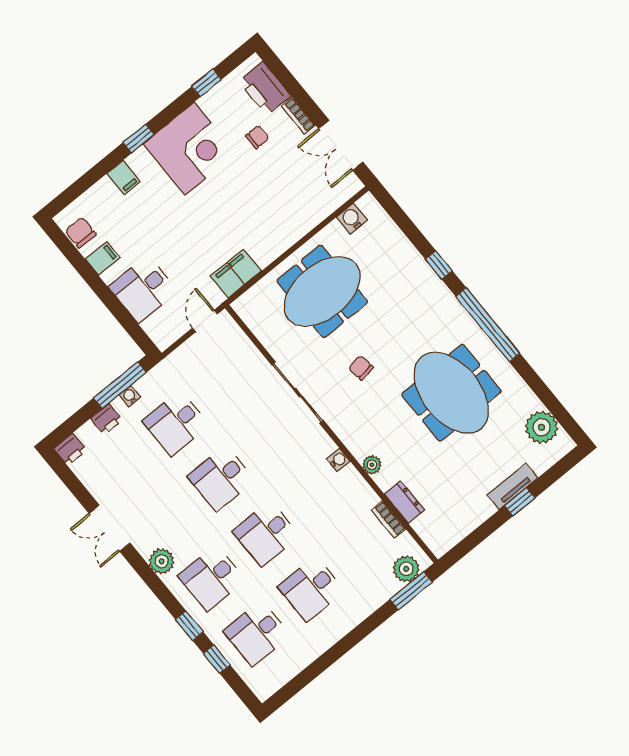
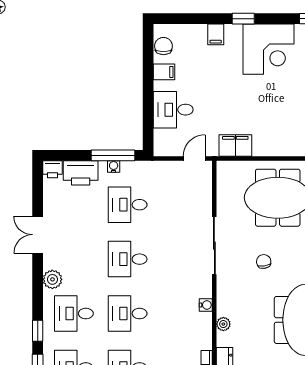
printer: (107, 419) -> (81, 173), width x1.87, depth x1.48

